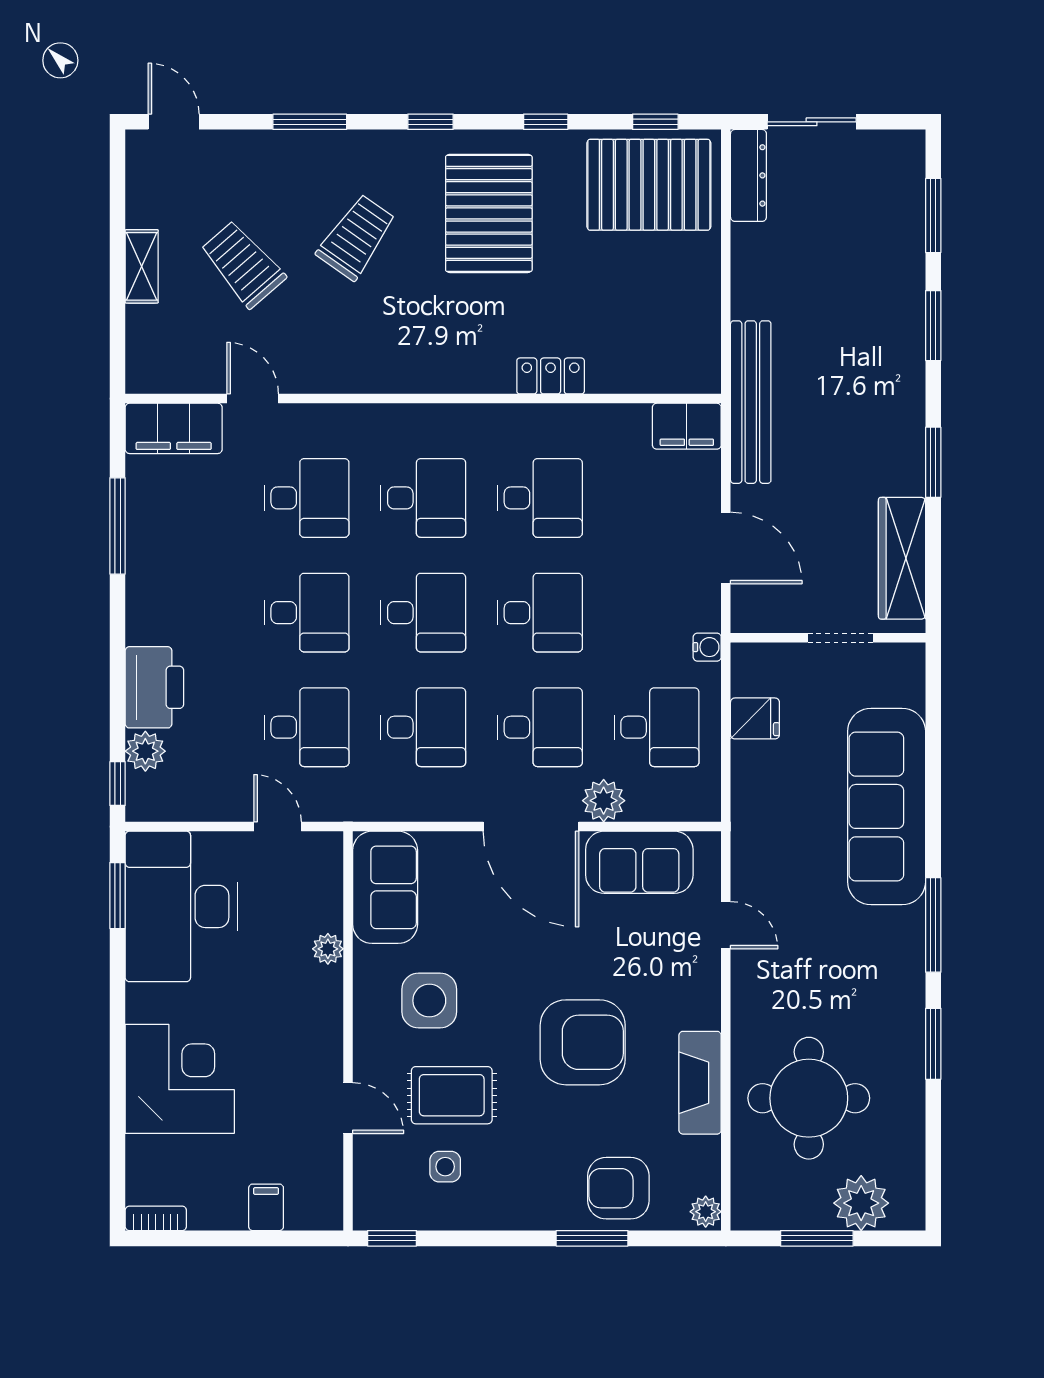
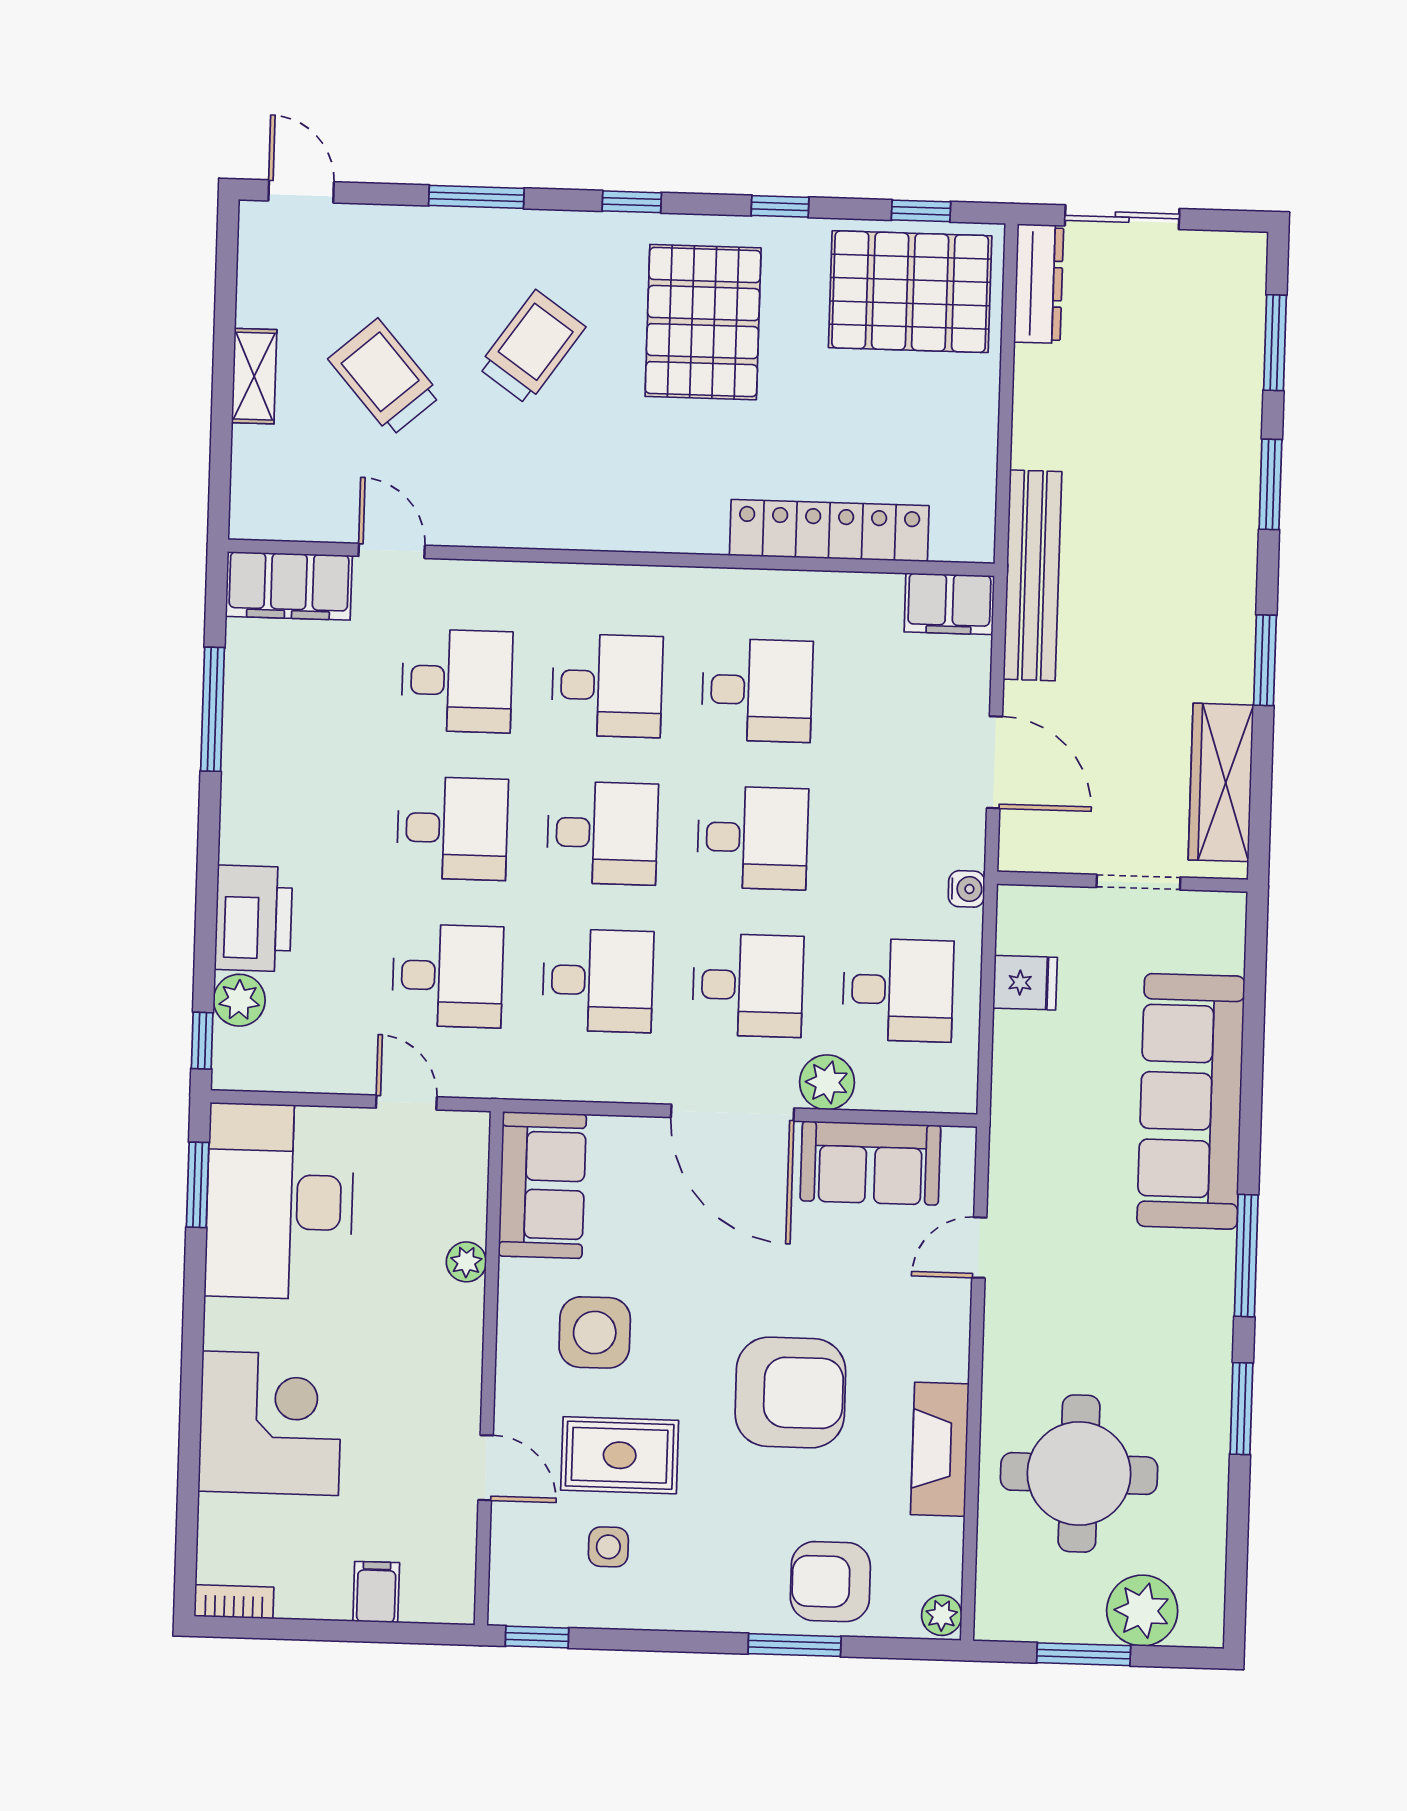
locker: (551, 376) -> (829, 531), width x2.16, depth x1.21
door: (726, 925) -> (979, 1248), swing flipped

